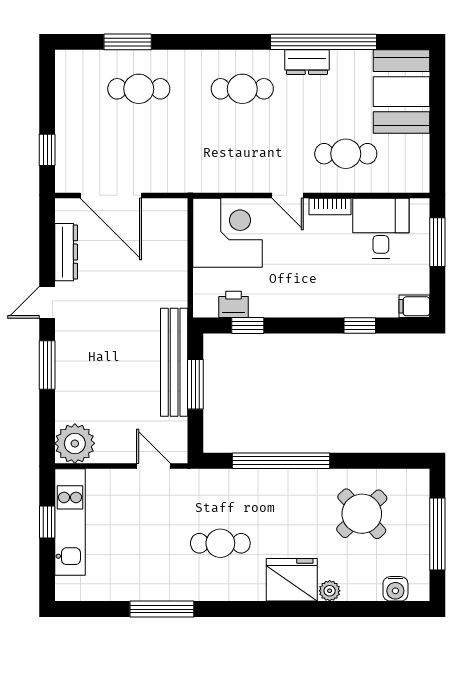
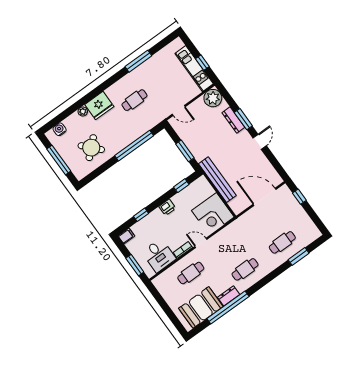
booth: (401, 92) -> (201, 307), moved, turned 90
dresser: (66, 252) -> (233, 120), moved
printer: (234, 304) -> (167, 207), moved
bench: (174, 362) -> (217, 180), moved

